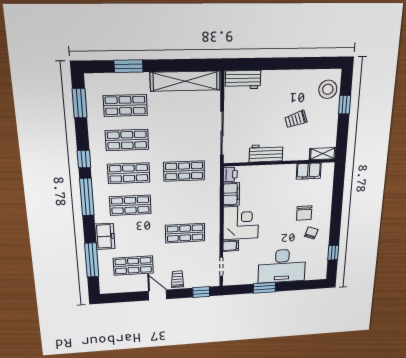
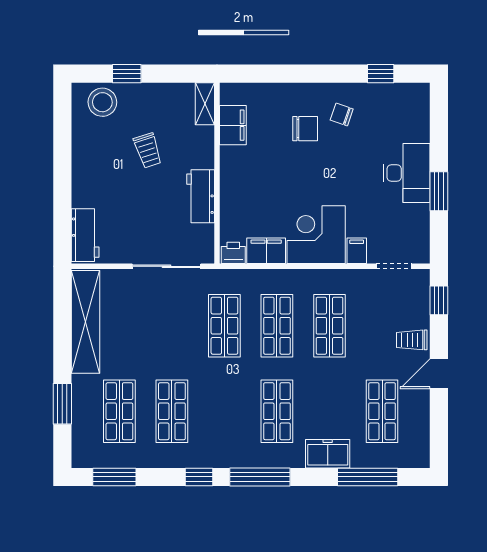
shop shelf: (129, 173) -> (277, 326), moved
desk: (282, 266) -> (407, 173), width x0.73, depth x0.77

